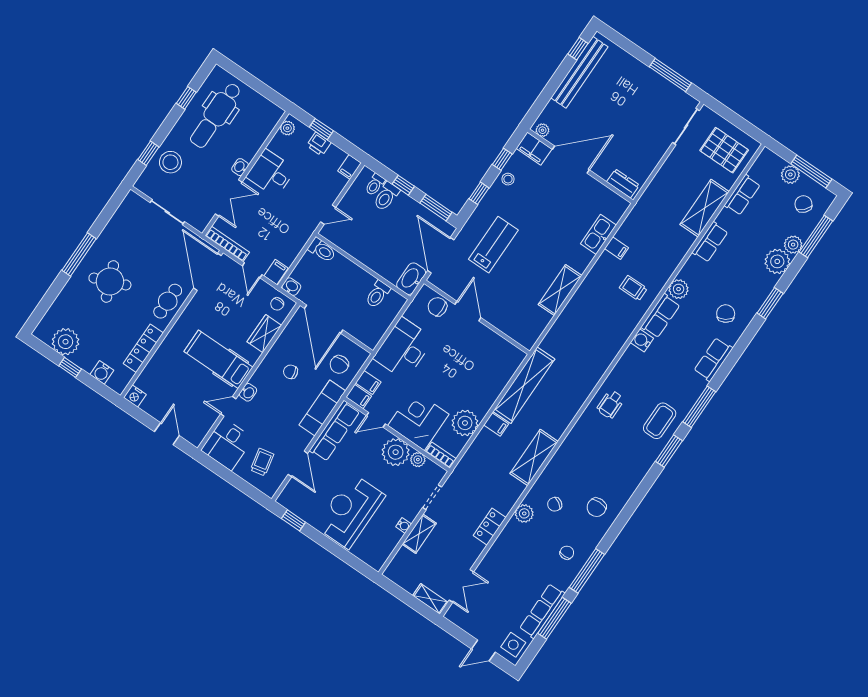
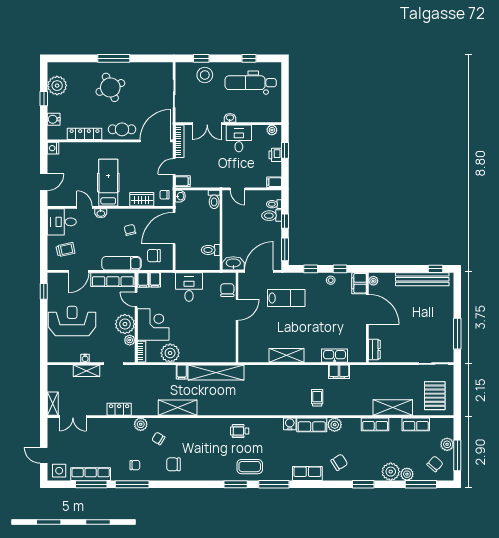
filing cabinet: (616, 248) -> (339, 372), width x2.00
desk: (404, 349) -> (189, 287), width x0.73

